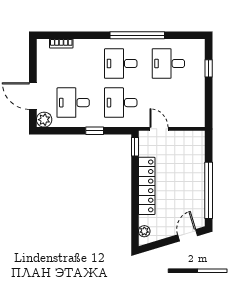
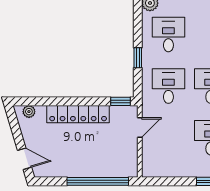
window: (209, 190) -> (98, 181), moved

